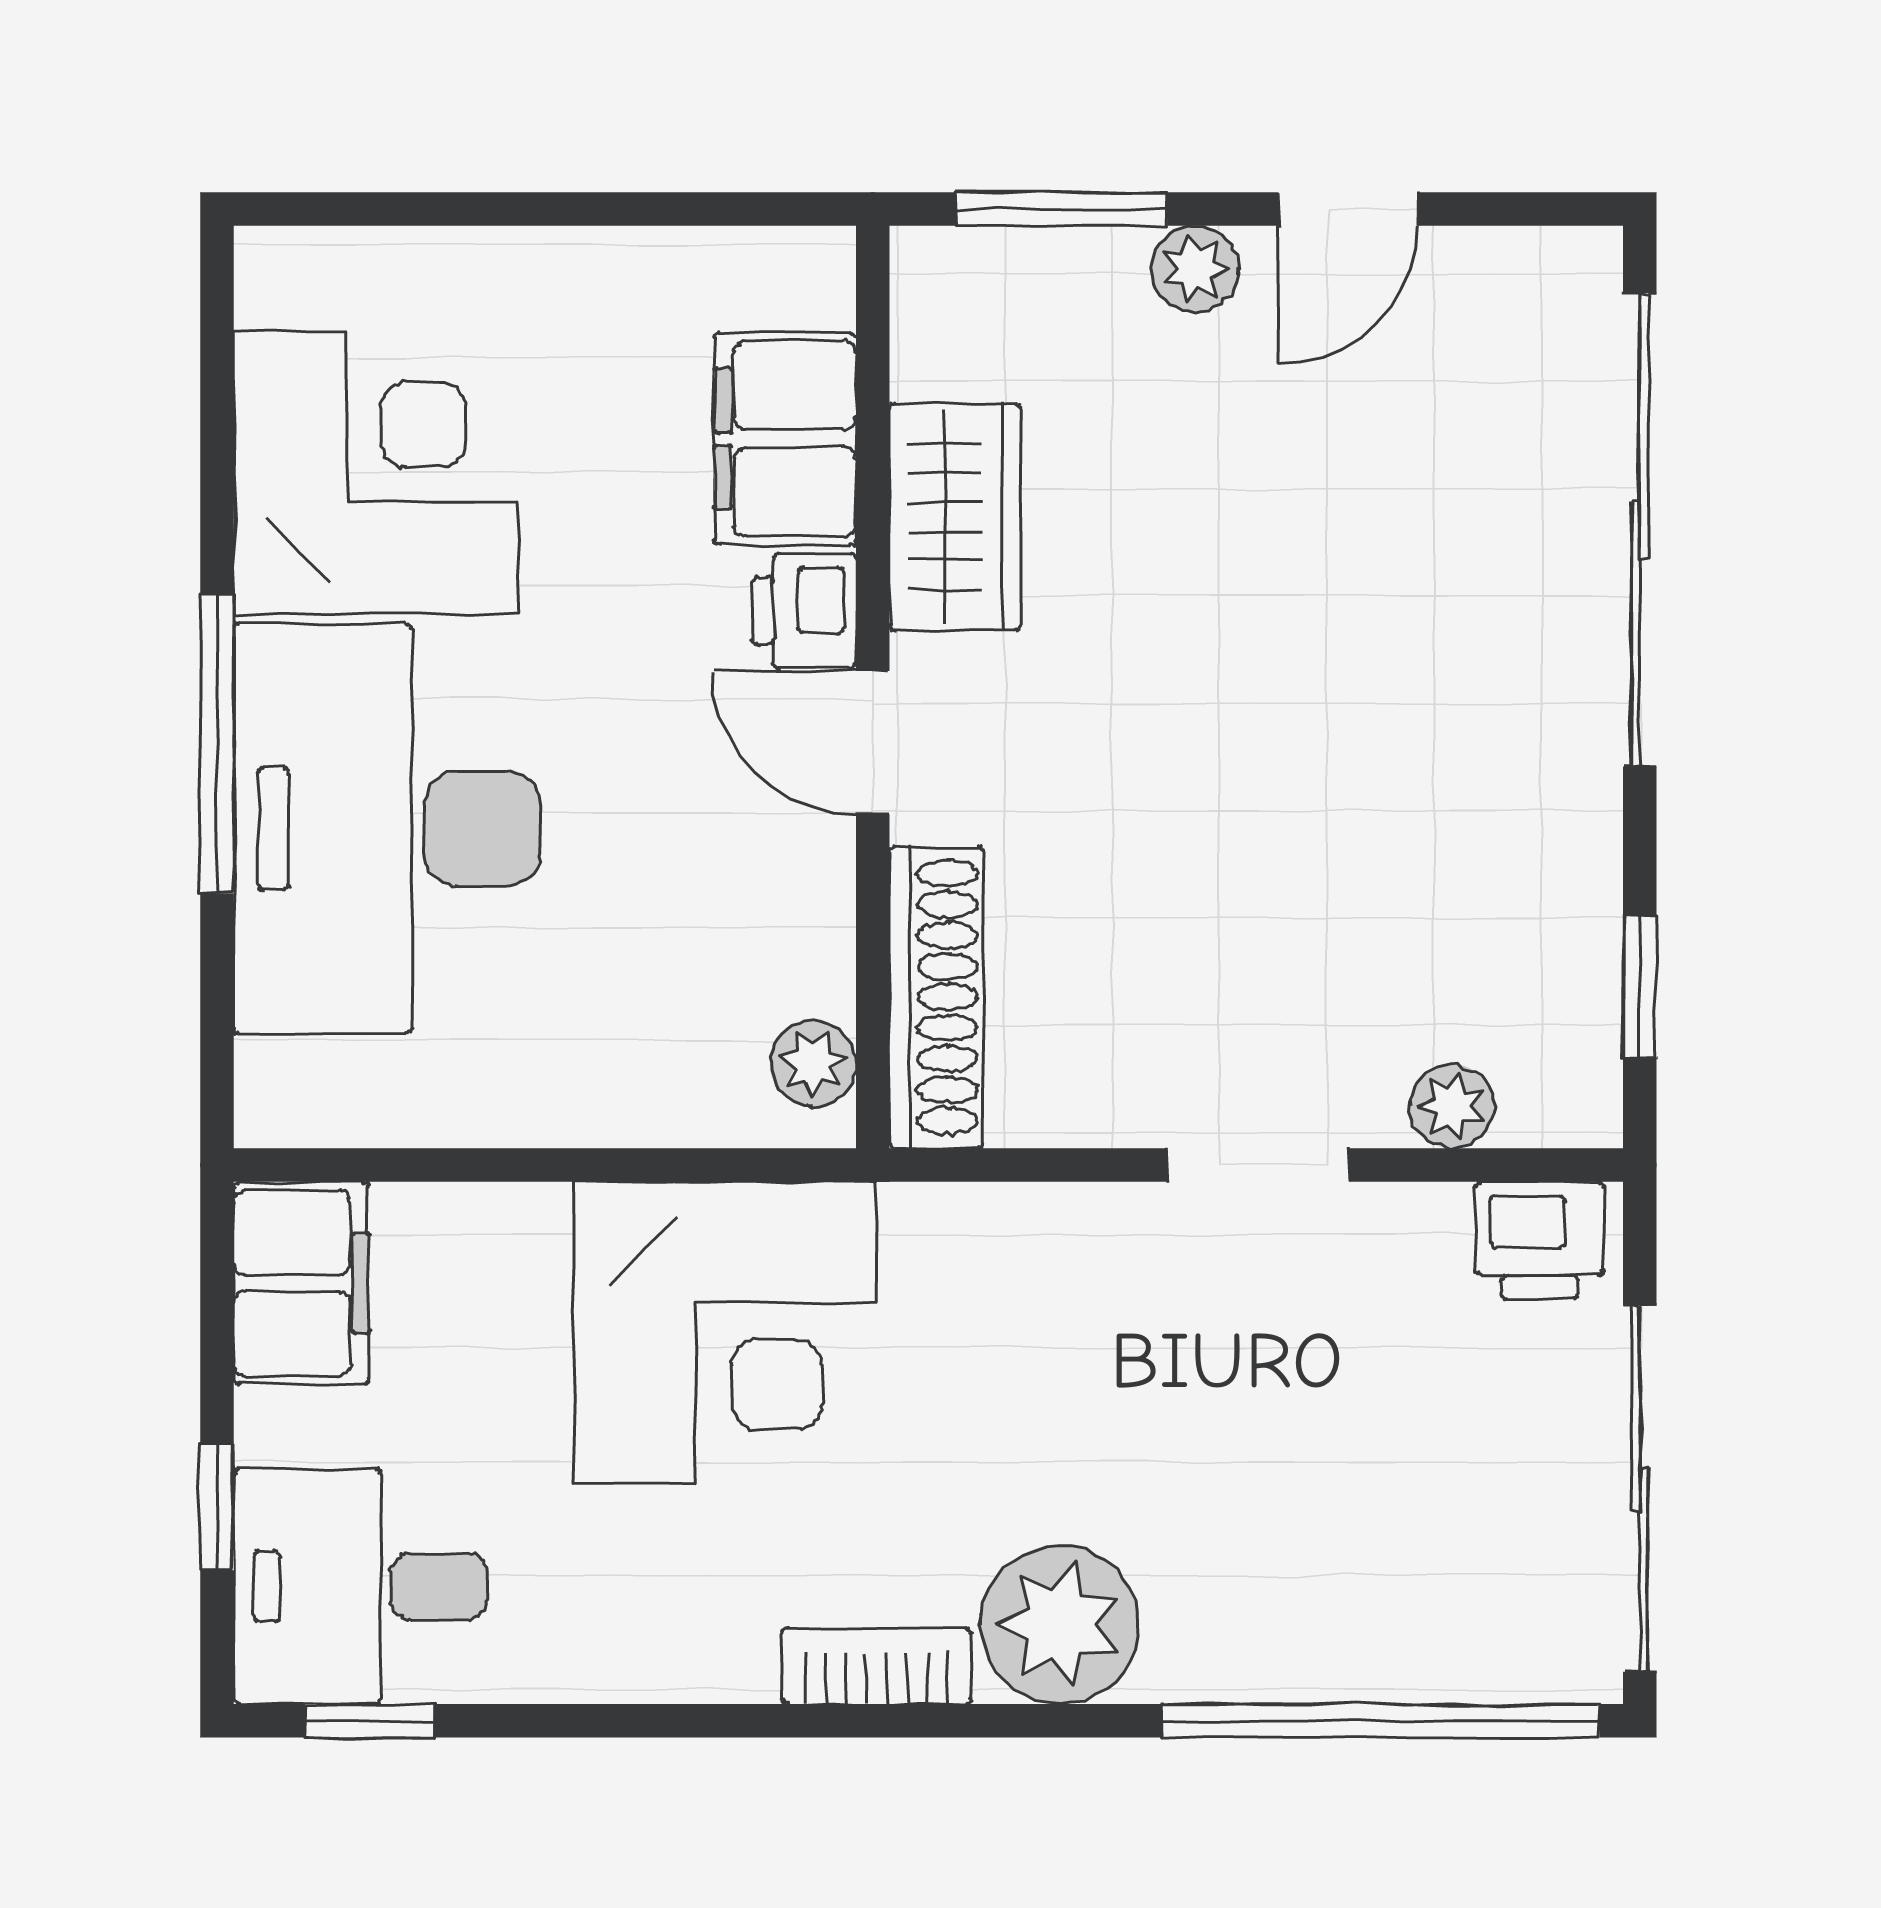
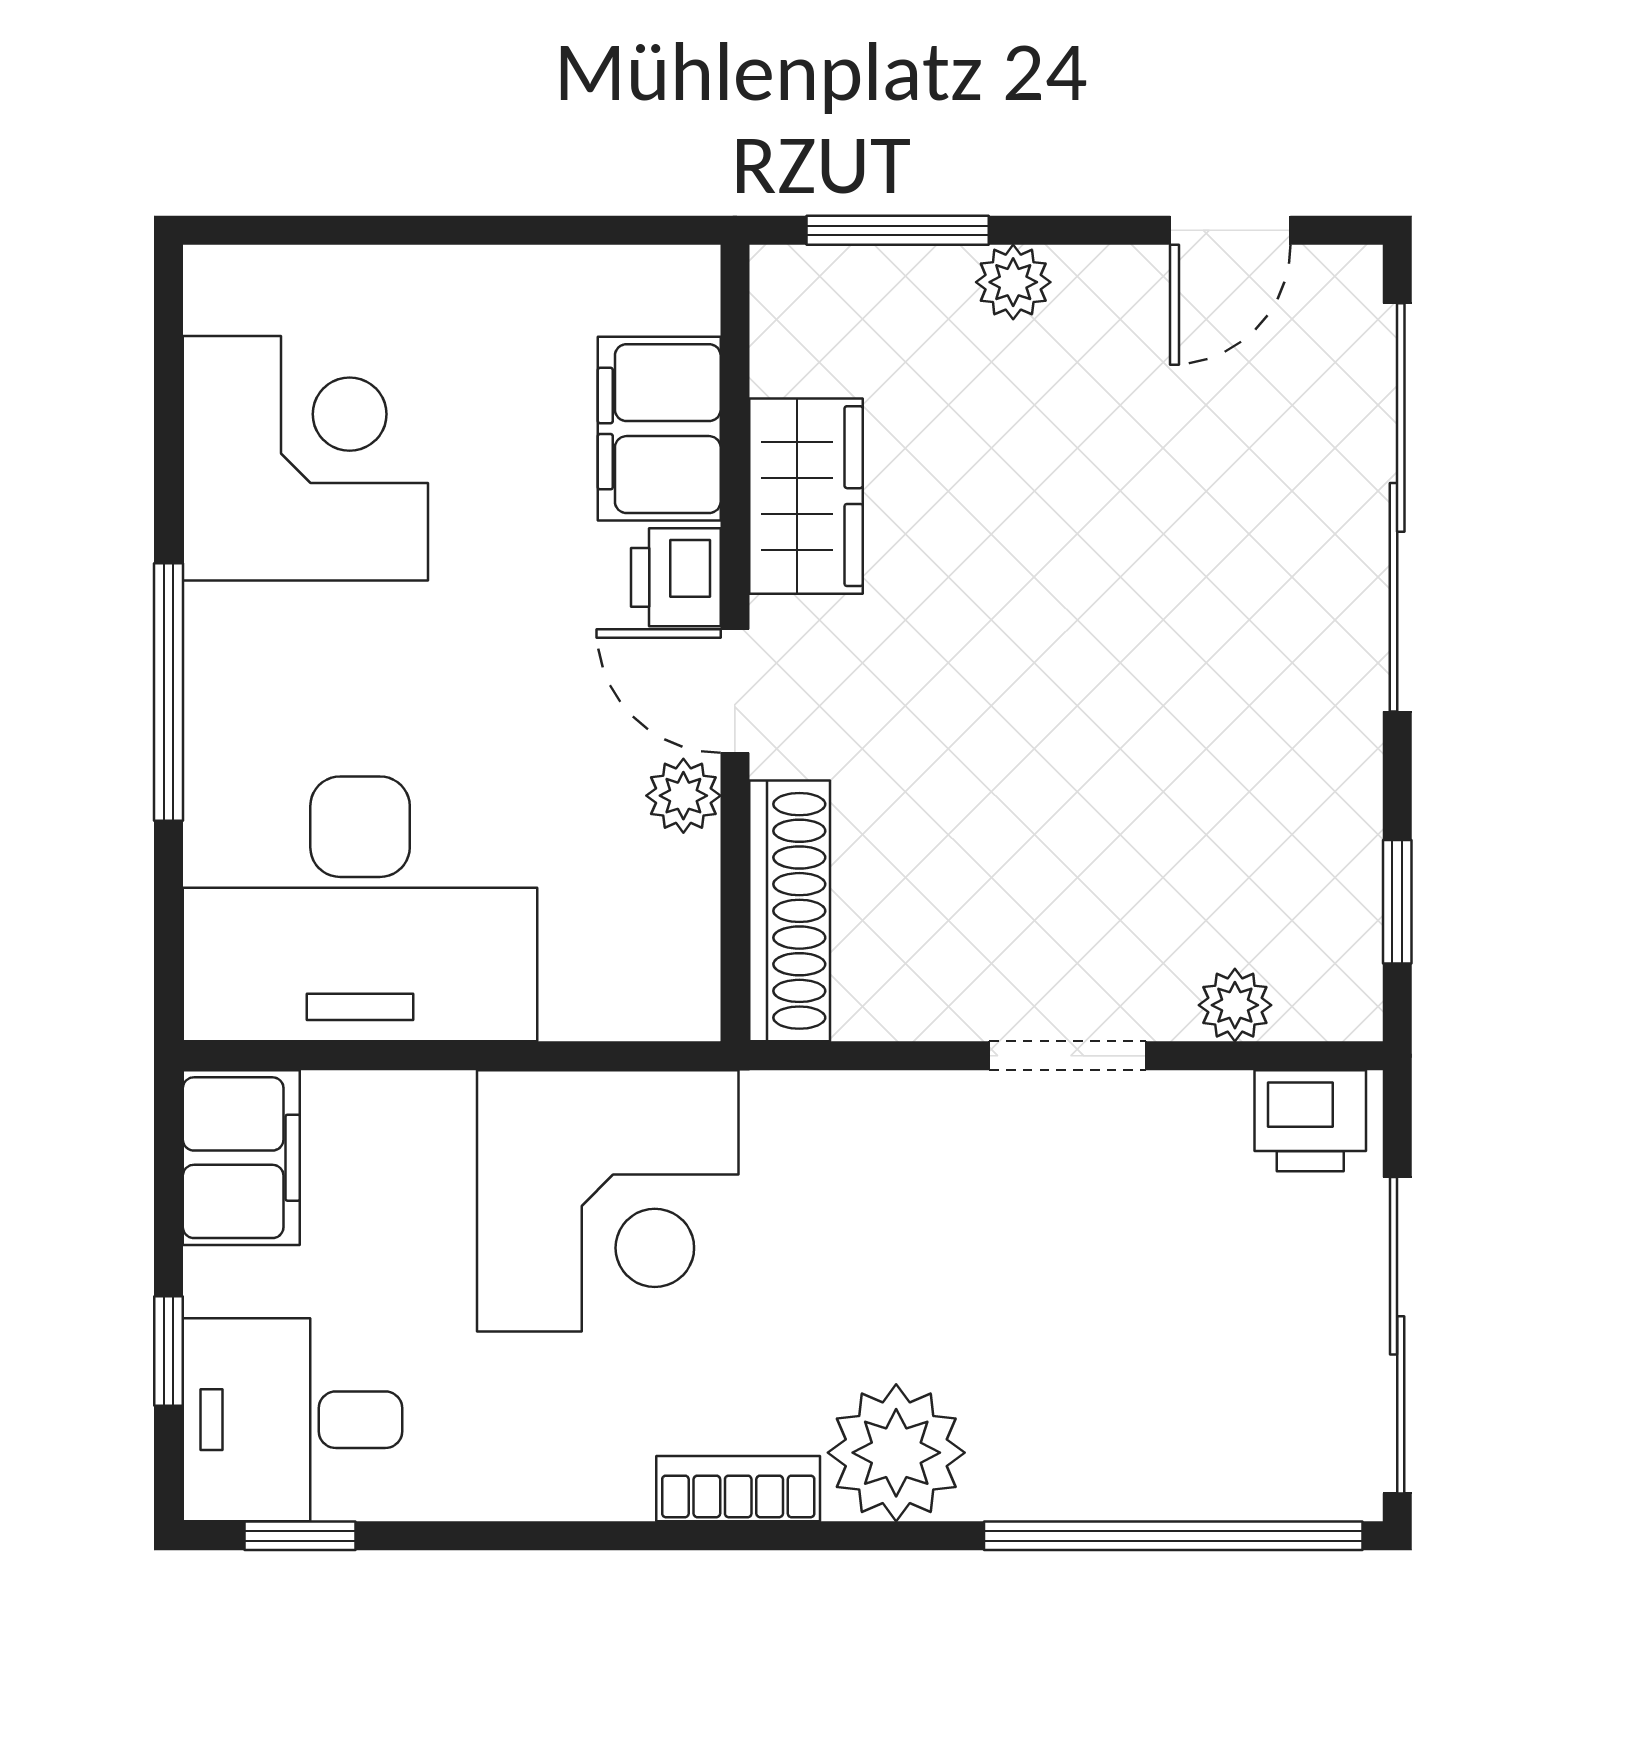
door: (1348, 209) -> (1230, 230), moved
desk: (387, 829) -> (360, 909), moved, turned -90
plant: (813, 1064) -> (683, 796), moved

